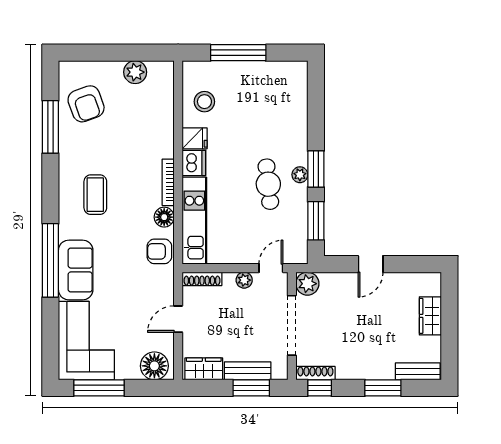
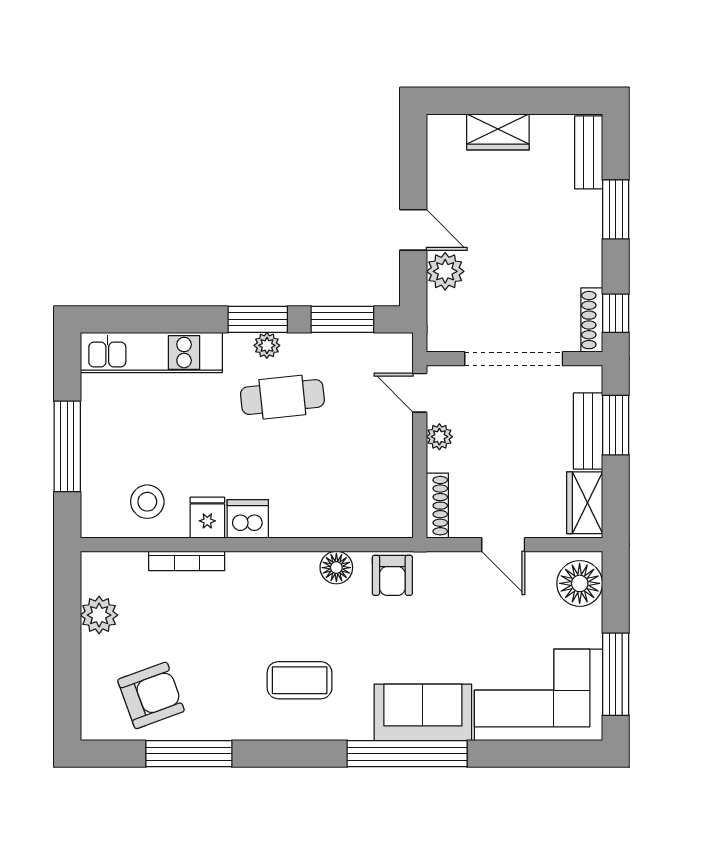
bookcase: (168, 182) -> (187, 561), moved
kitchen unit: (194, 221) -> (151, 353), moved, turned 180
plant: (307, 284) -> (445, 271), moved

